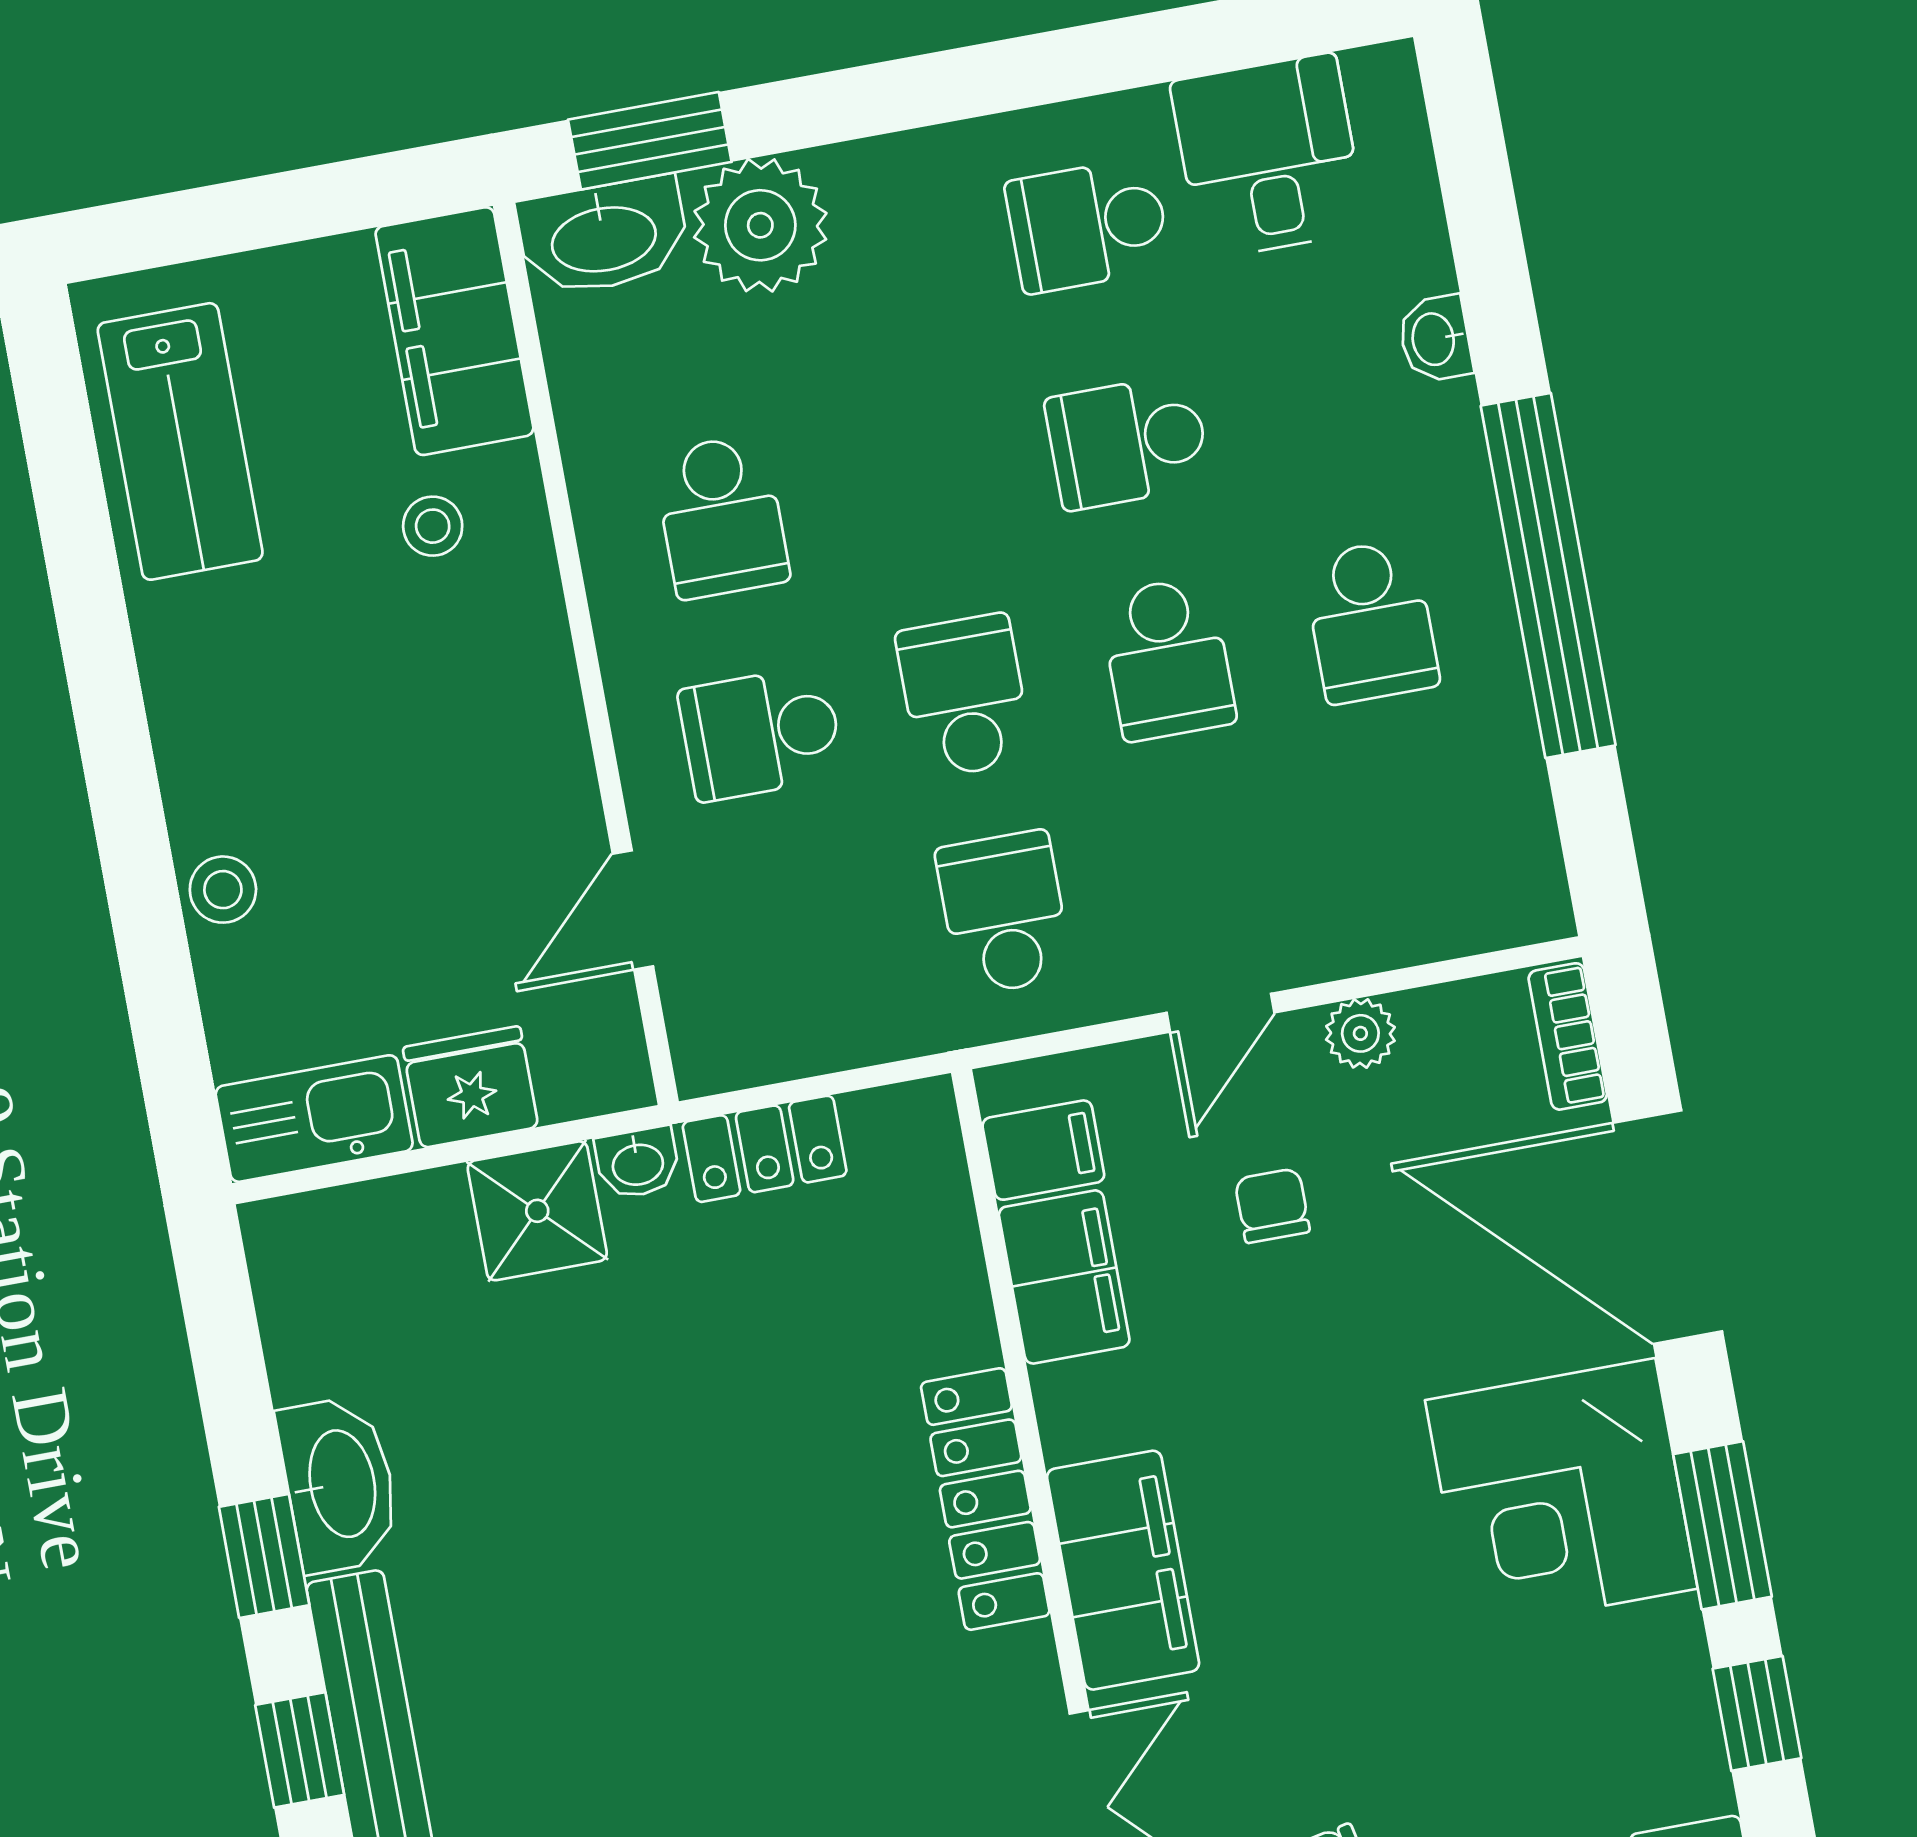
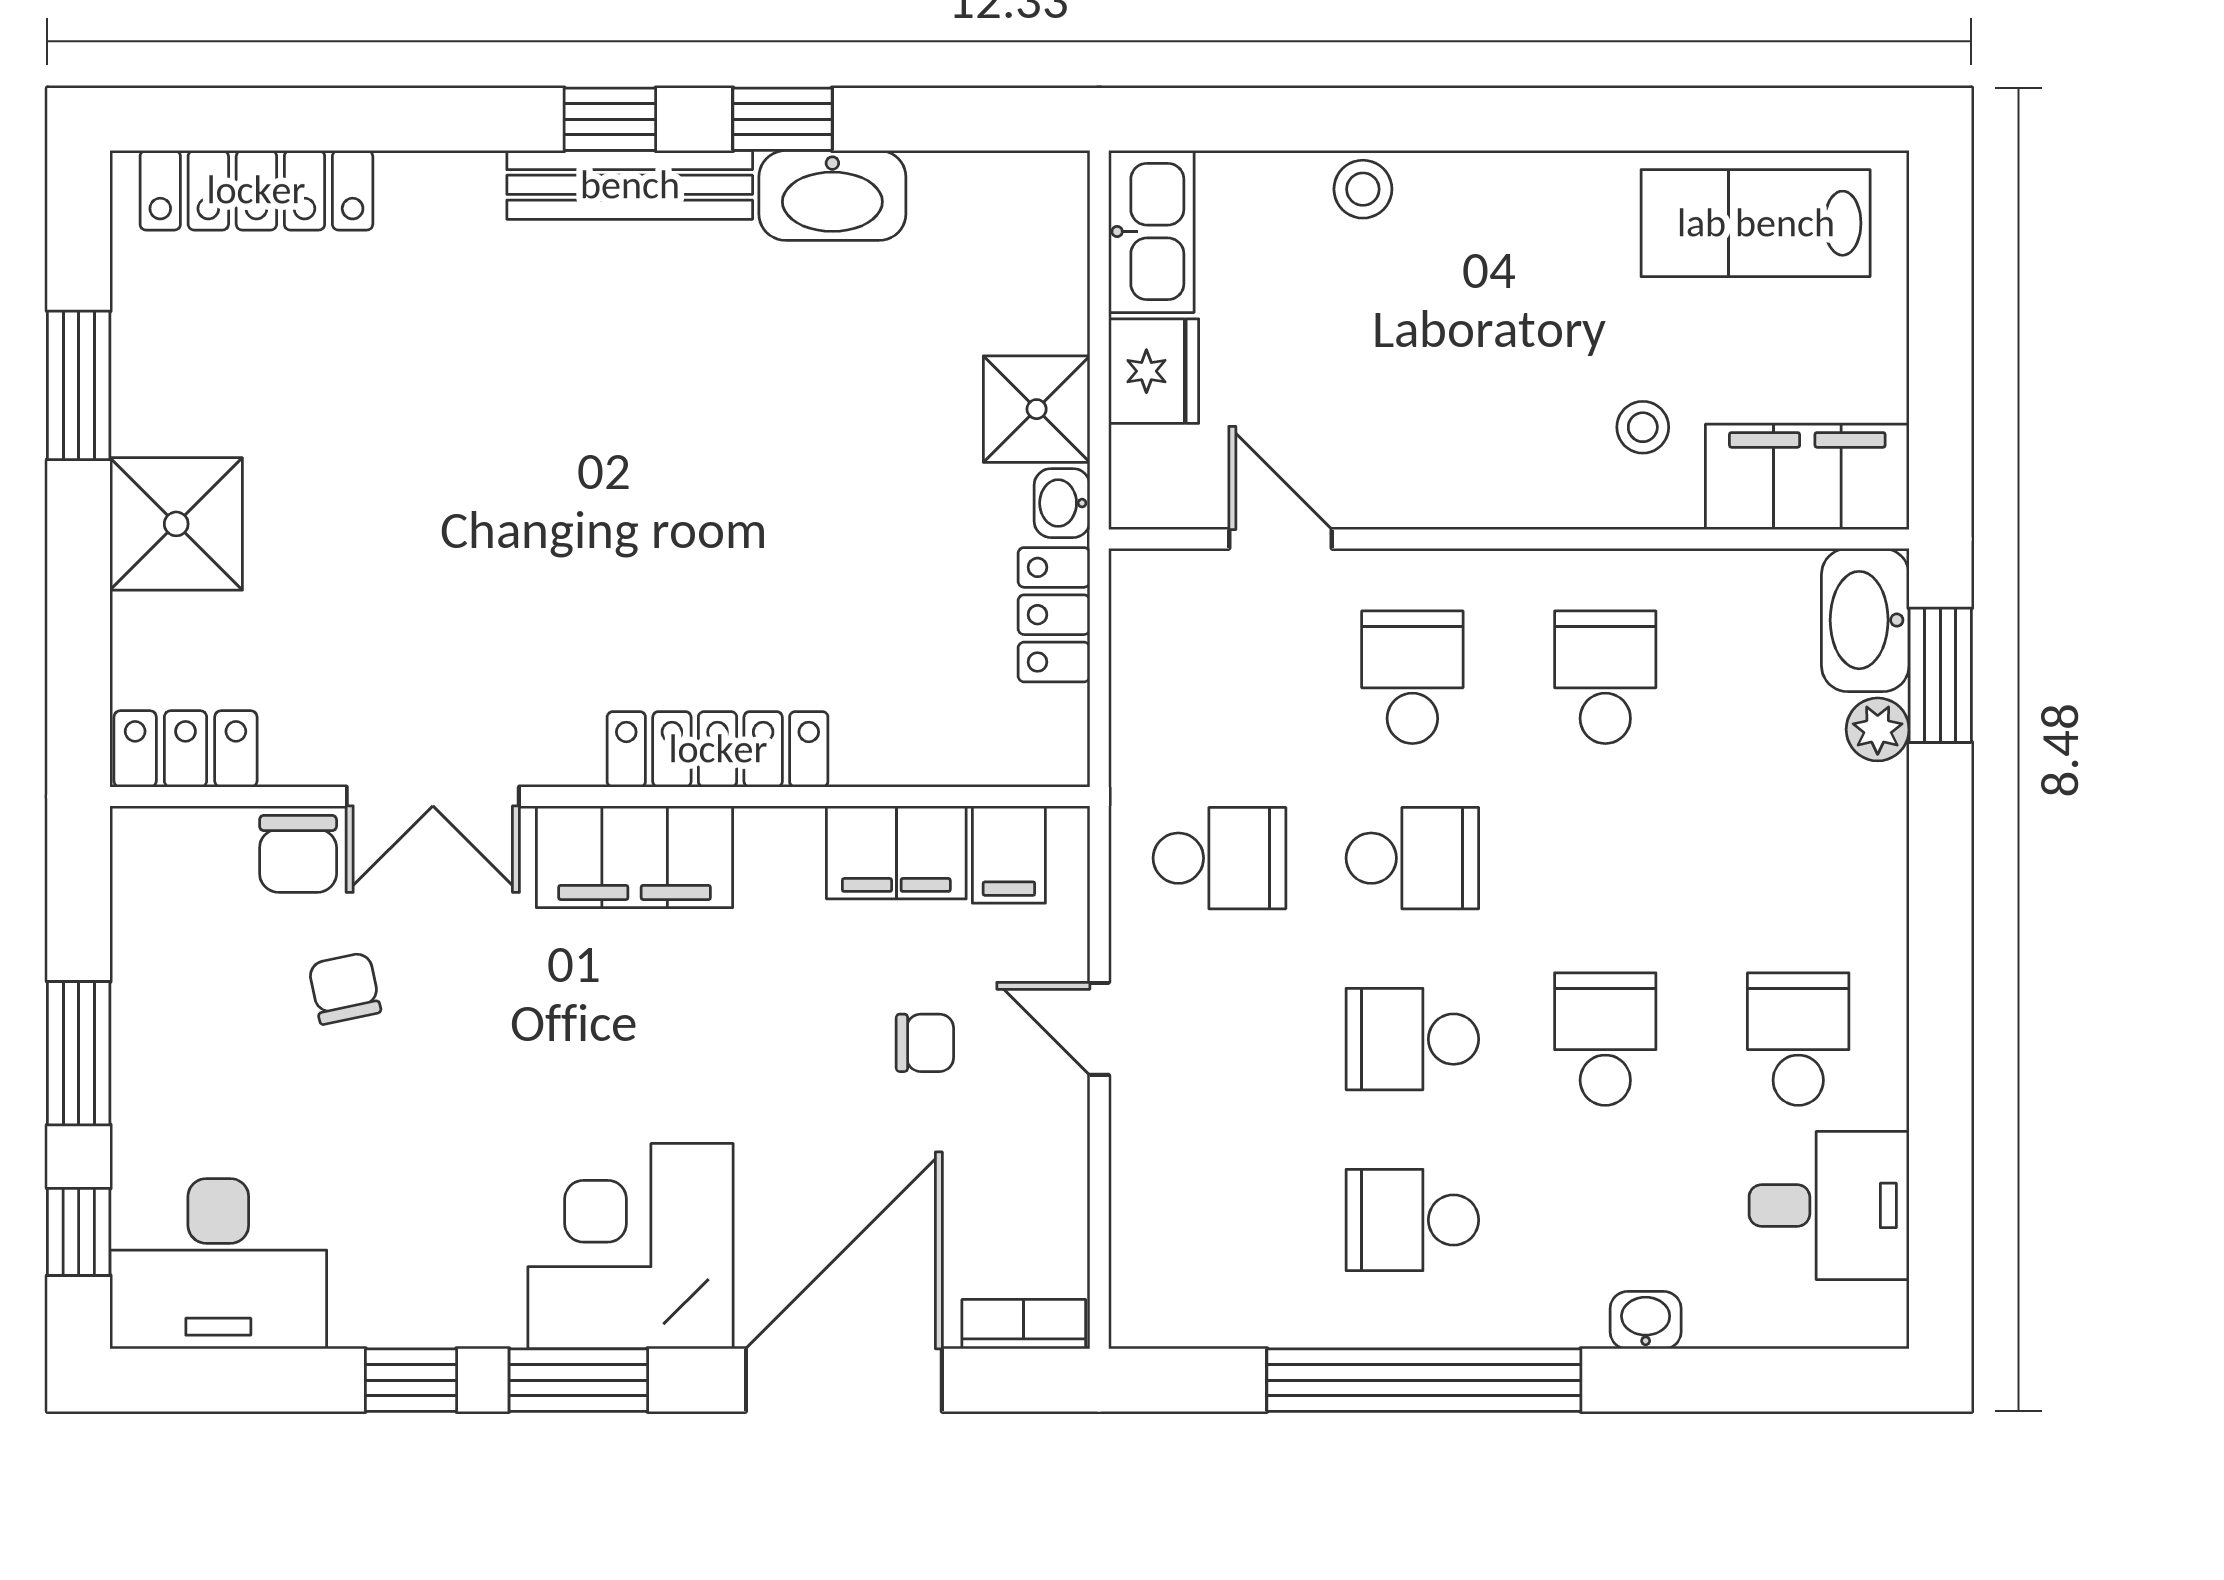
plant: (760, 225) -> (1878, 729), width x0.53, depth x0.53
school desk: (721, 517) -> (1605, 677), turned 90
plant: (1360, 1033) -> (1059, 1146), removed

